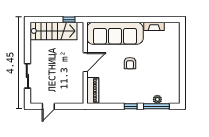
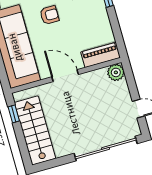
sliding door: (27, 76) -> (106, 148), width x1.86
plant: (78, 98) -> (116, 72), added

